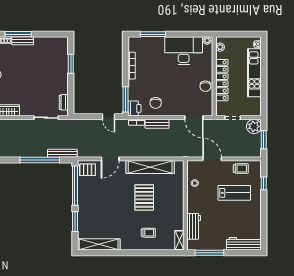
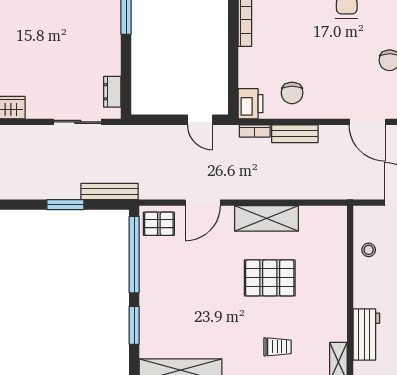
window: (125, 99) -> (233, 86), removed
window: (40, 160) -> (65, 205), width x0.47
shelving: (150, 167) -> (266, 218), width x0.68
pallet: (144, 197) -> (270, 278), turned 90

